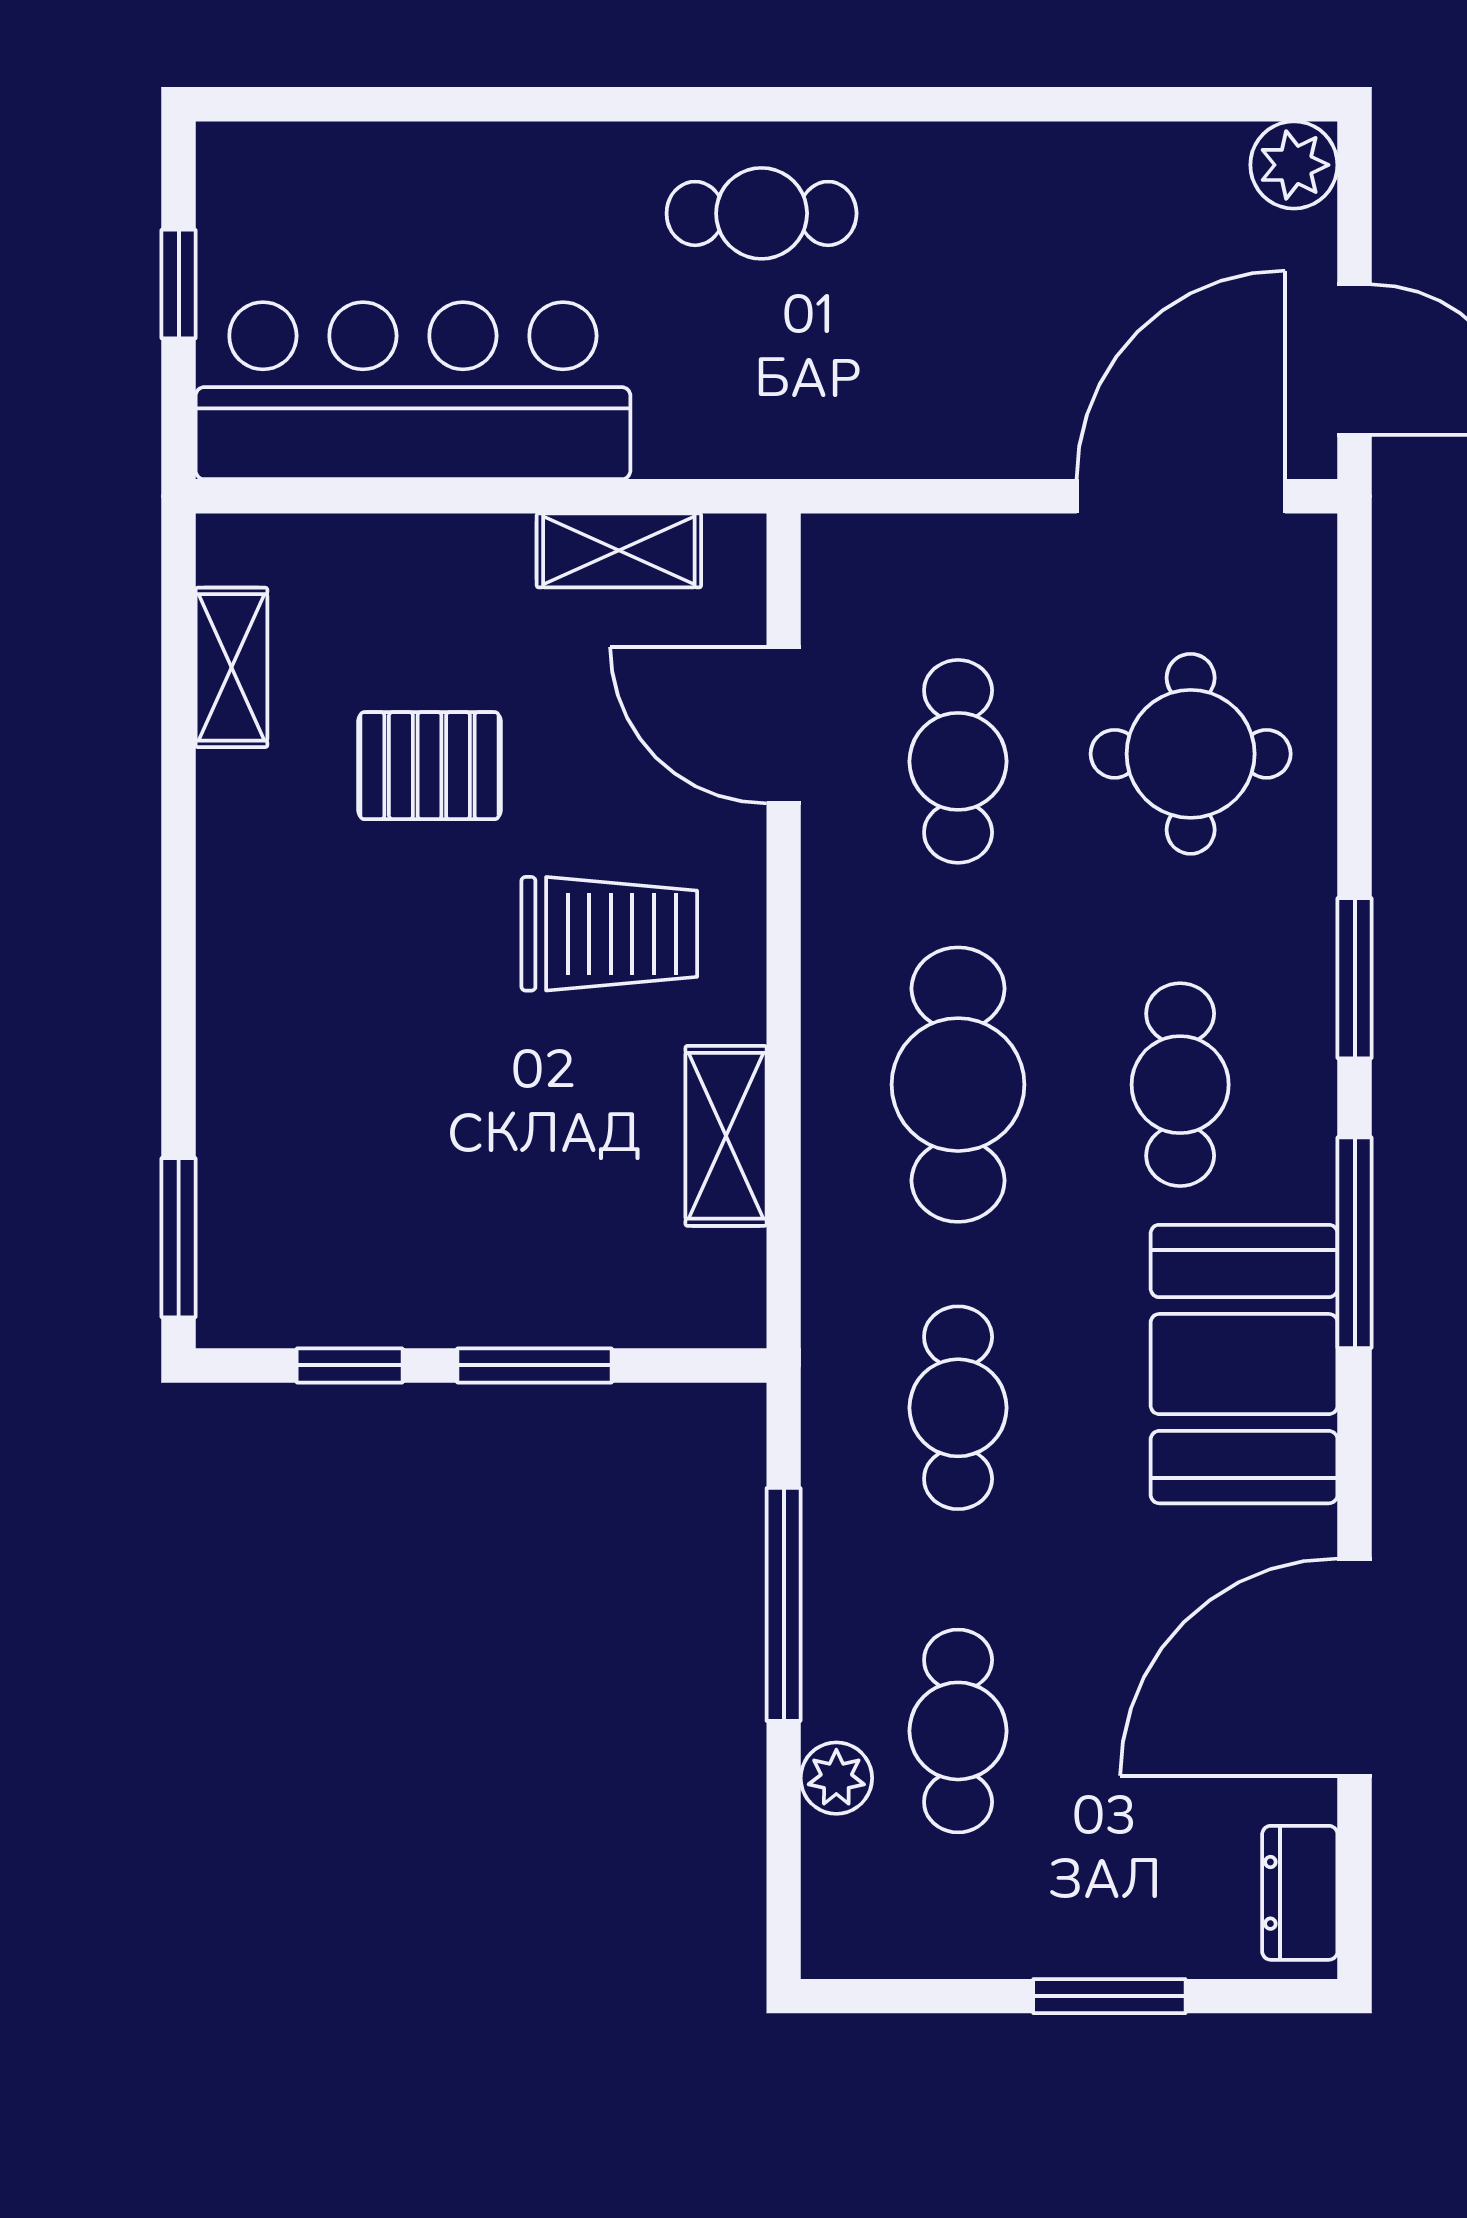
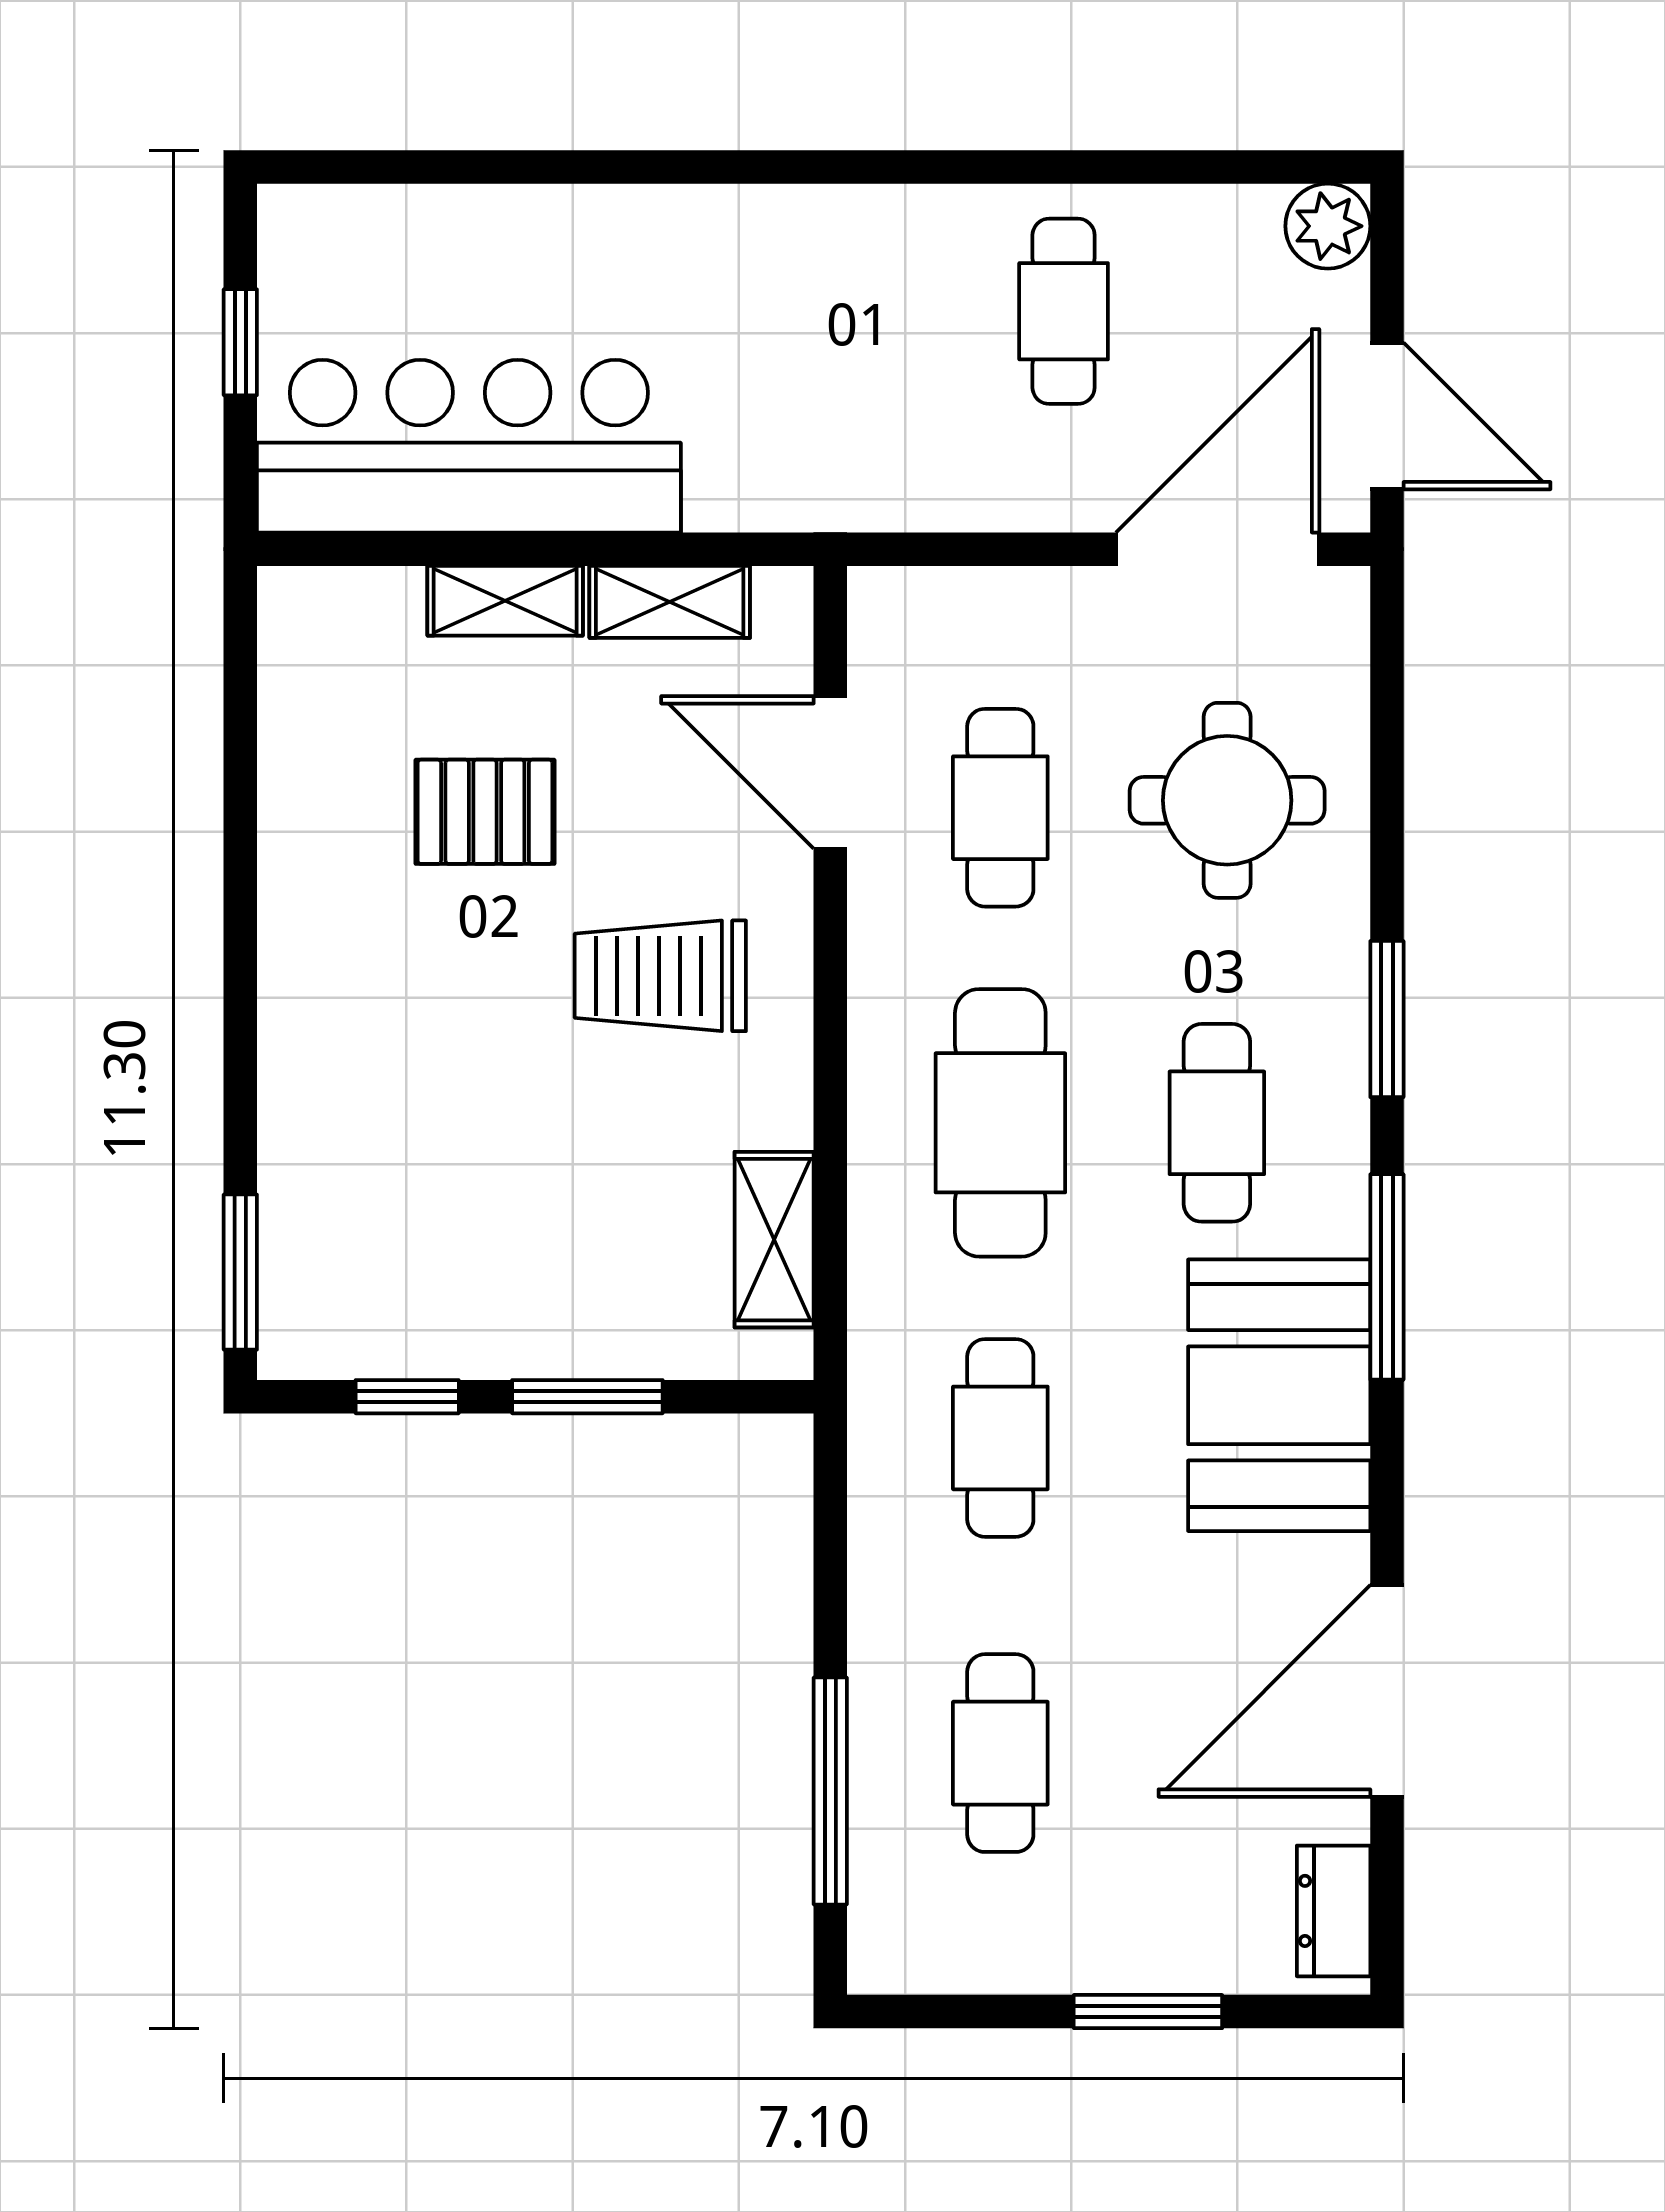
cafe table: (762, 213) -> (1064, 311), moved, turned 90
shelving: (231, 667) -> (505, 601), moved, turned 90
trolley: (609, 934) -> (660, 976), turned 180
shelving: (726, 1136) -> (774, 1240), moved
window: (784, 1604) -> (830, 1791), moved
plant: (836, 1778) -> (882, 1799), removed

